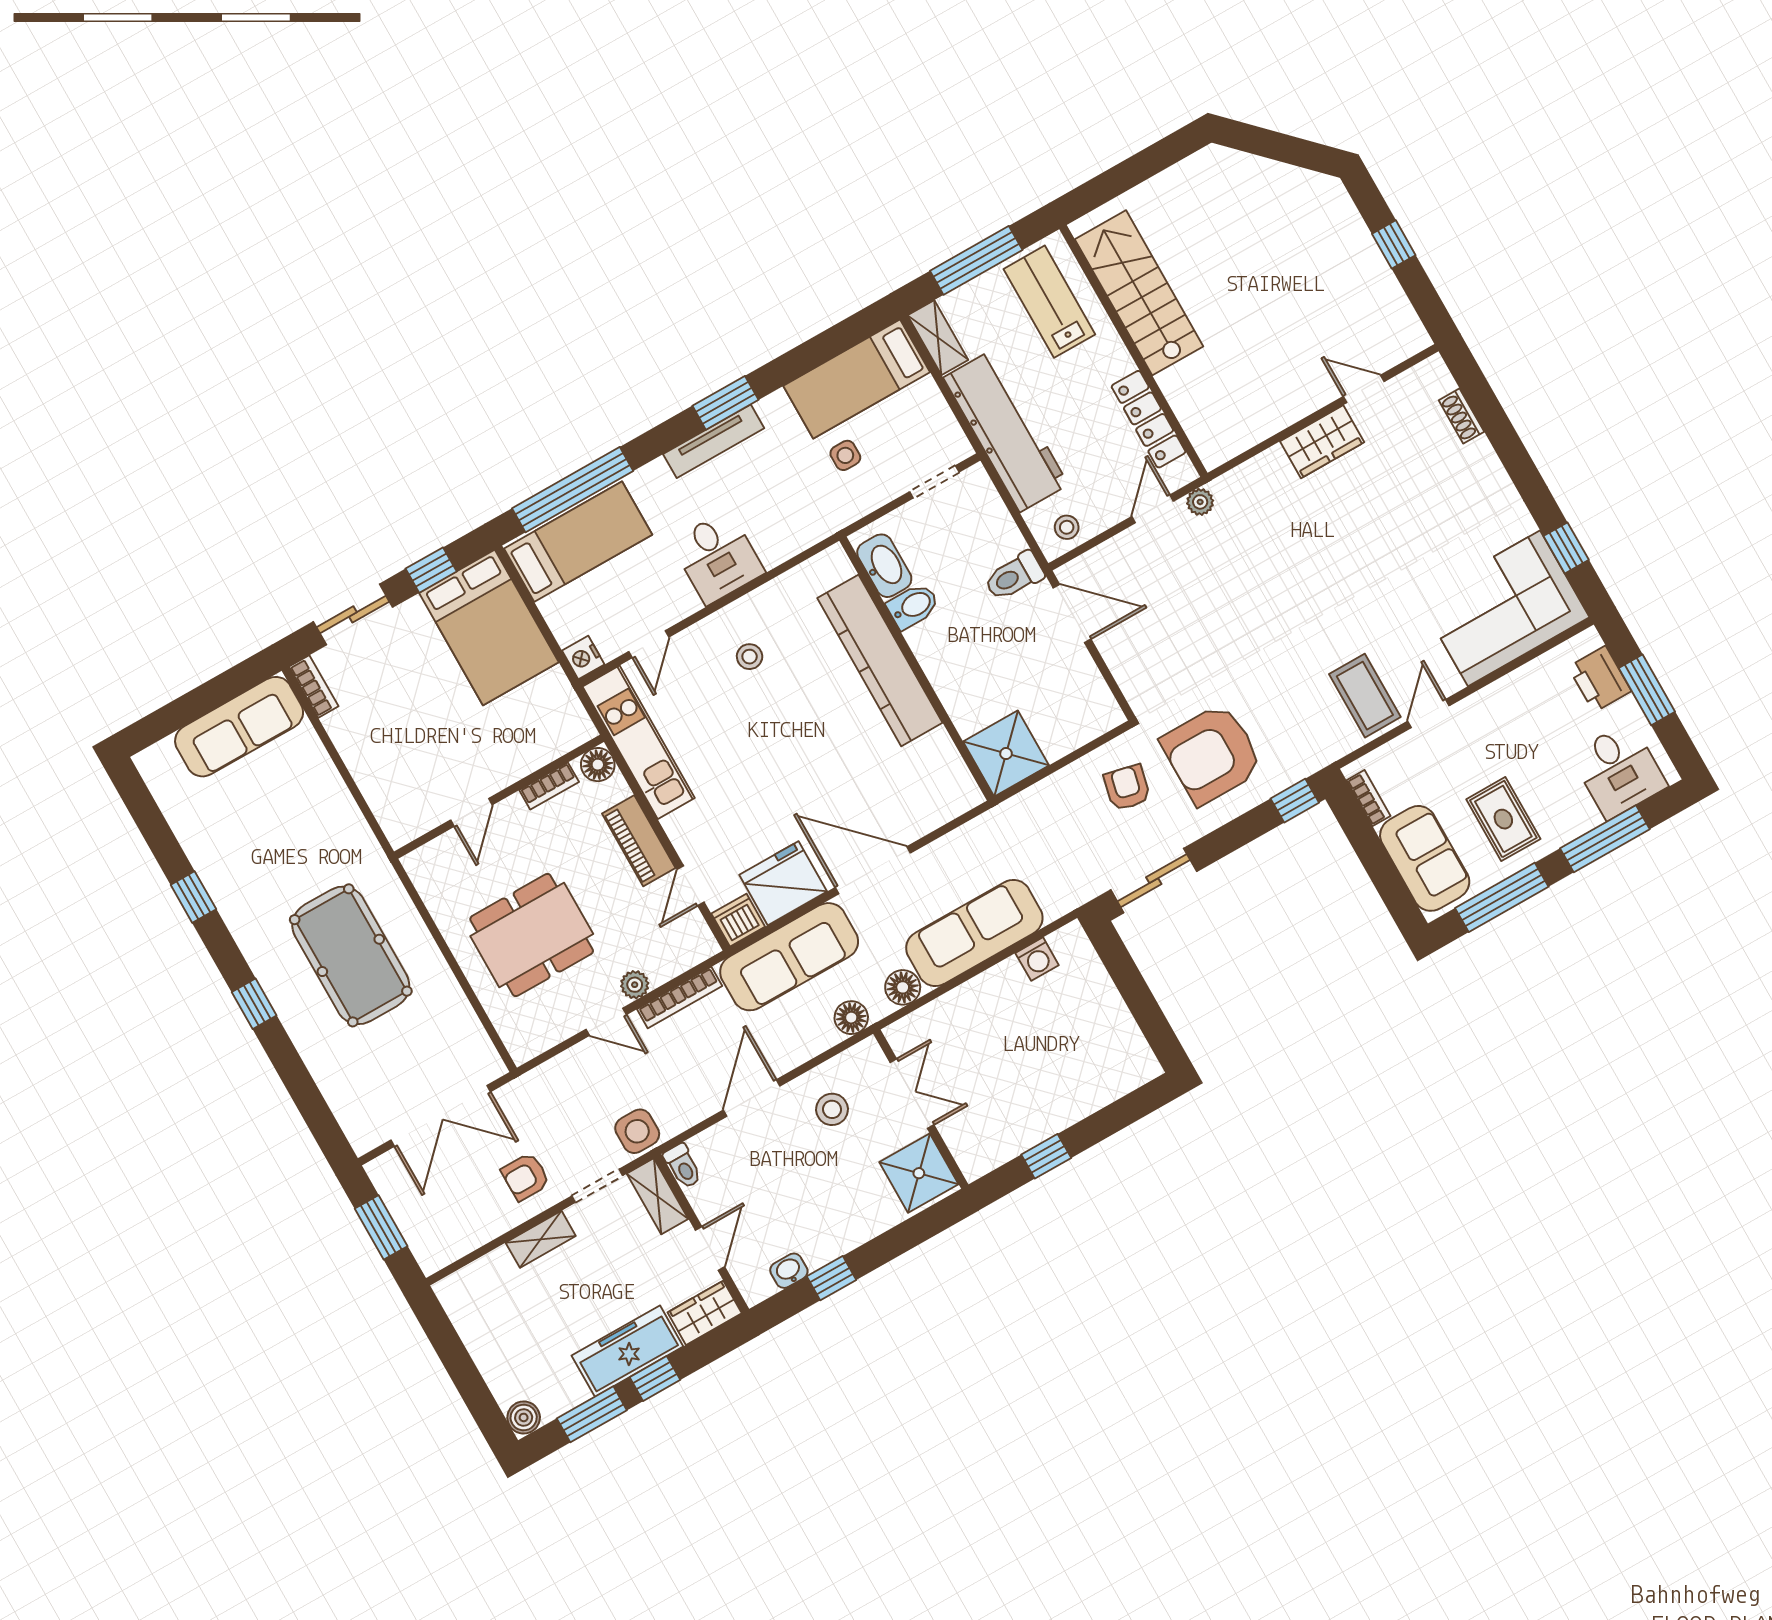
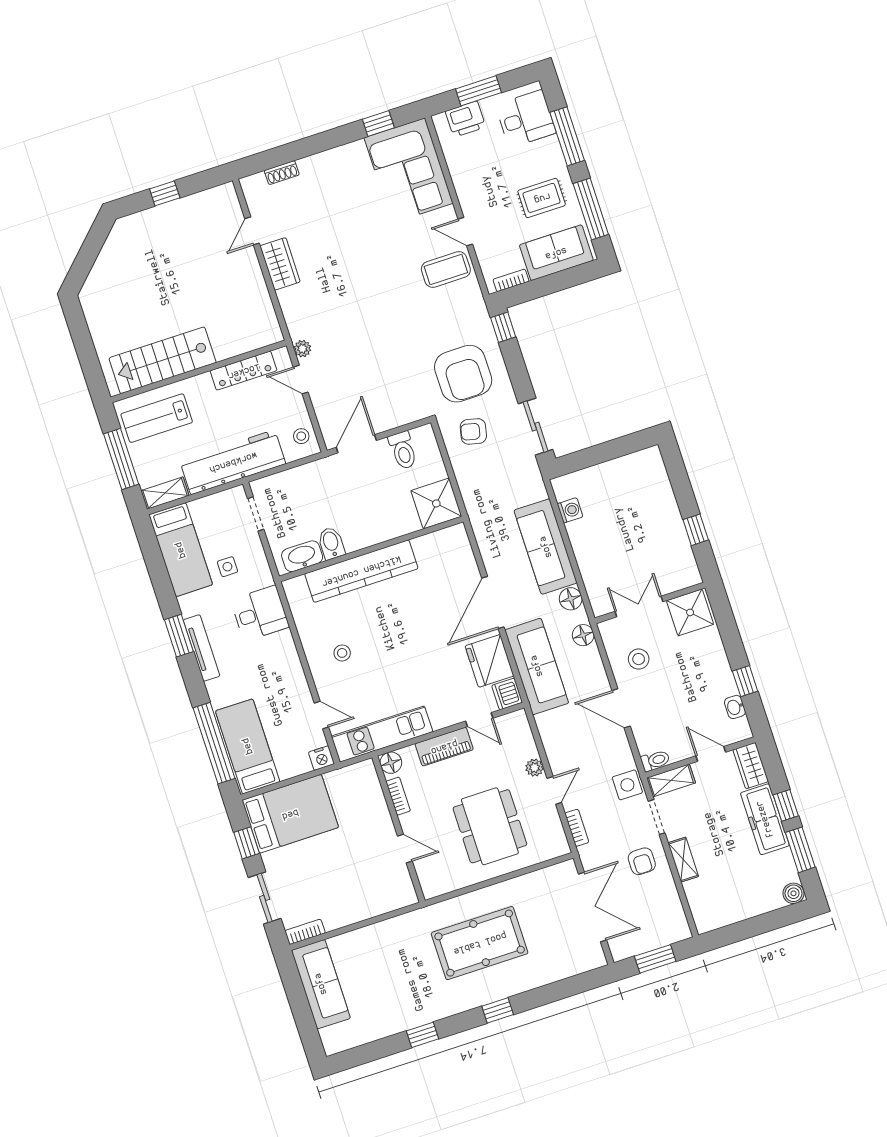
desk: (718, 557) -> (260, 613), moved
toilet: (1014, 576) -> (403, 450), moved
bookcase: (680, 998) -> (577, 828), moved, width x0.64

